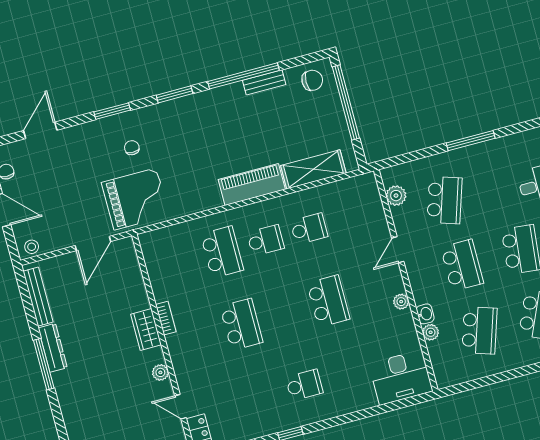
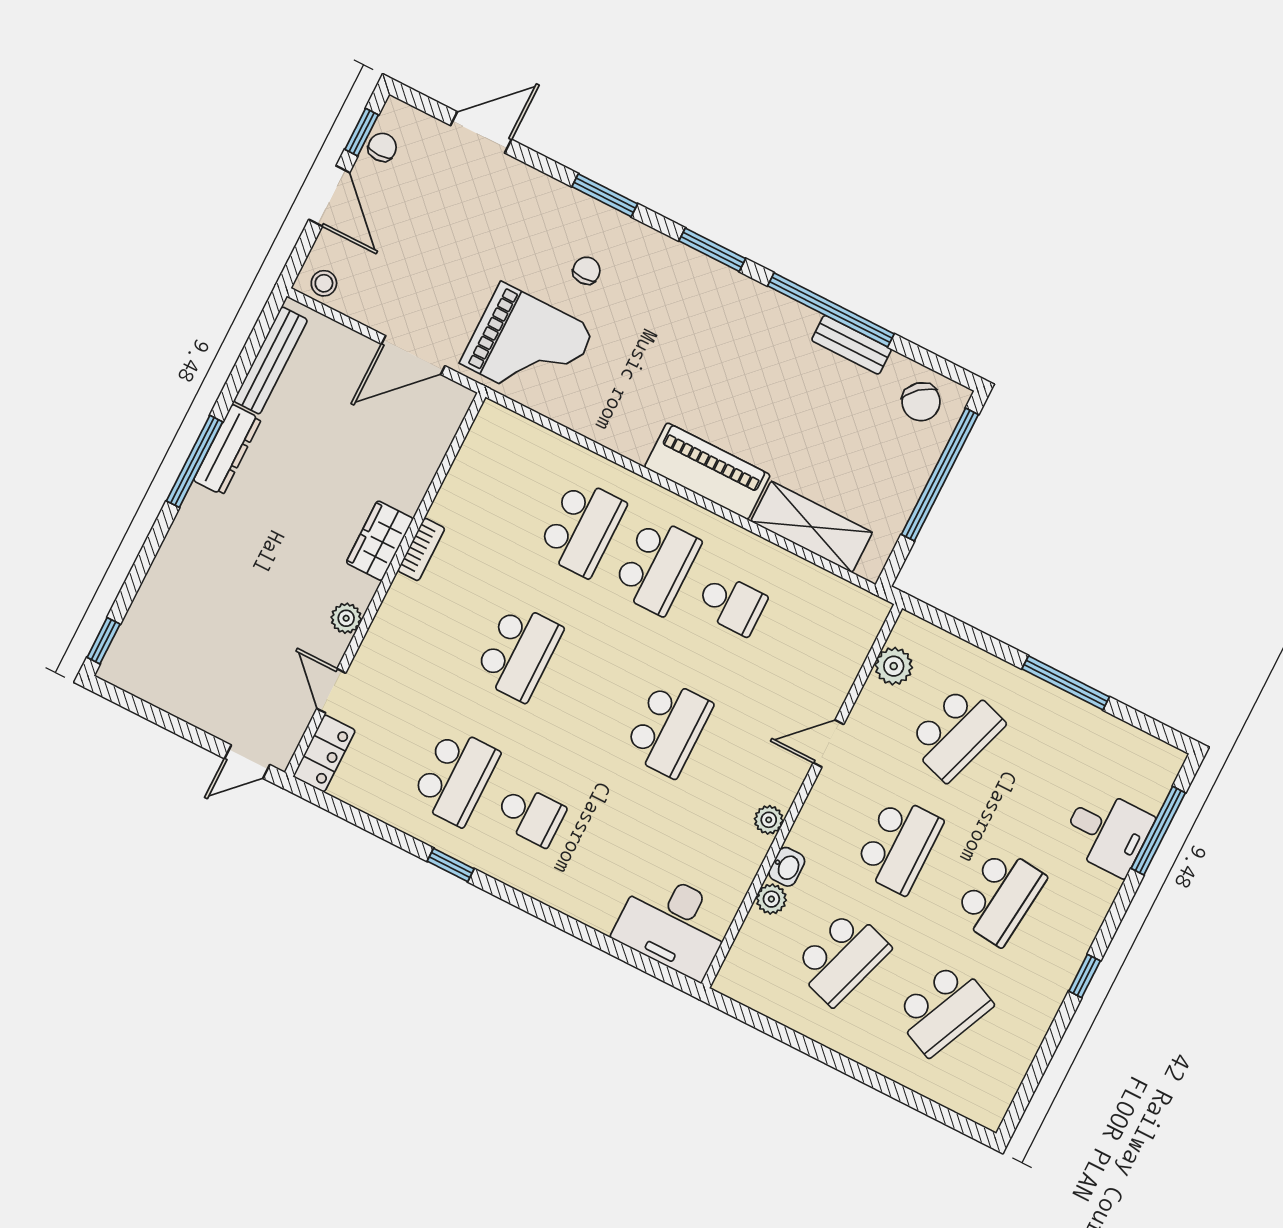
chair: (312, 80) -> (921, 402), turned 49
school desk: (266, 240) -> (657, 566), width x1.85
school desk: (261, 397) -> (455, 777), added

